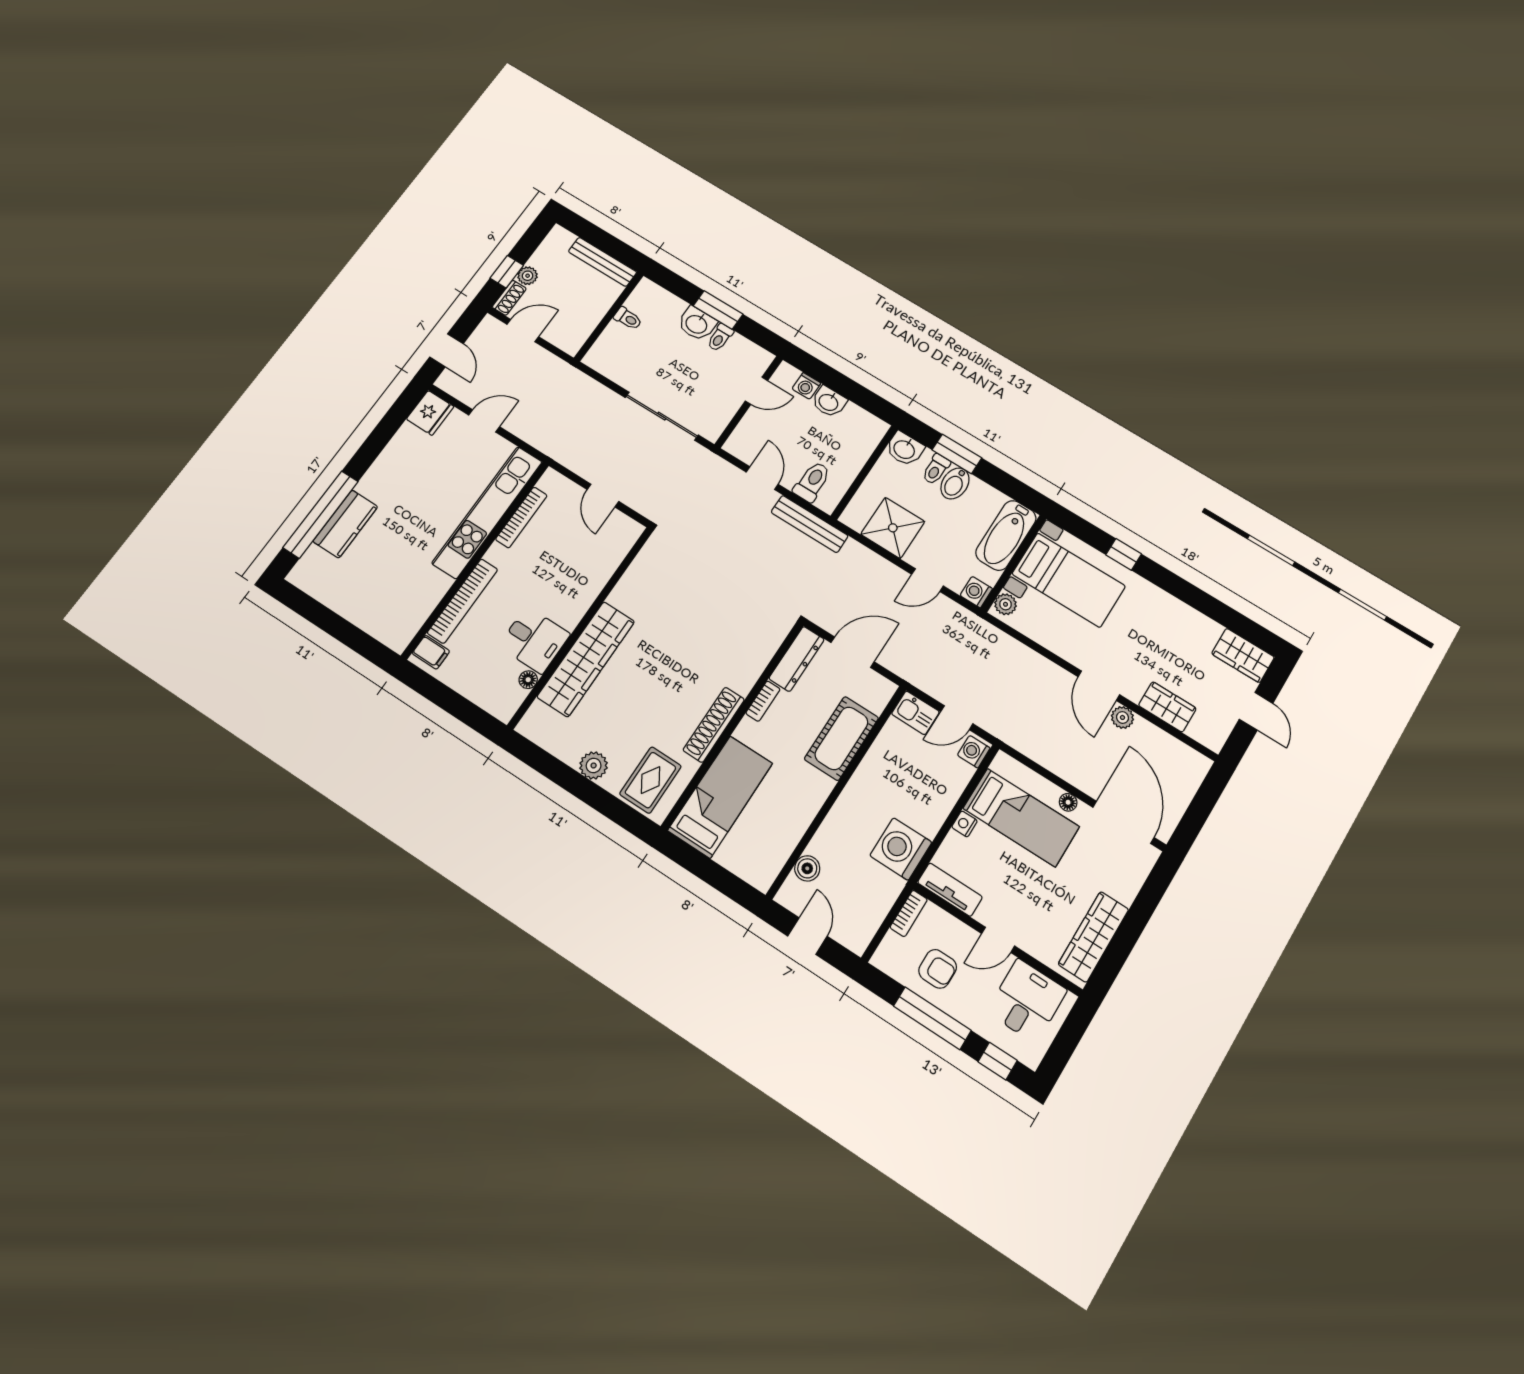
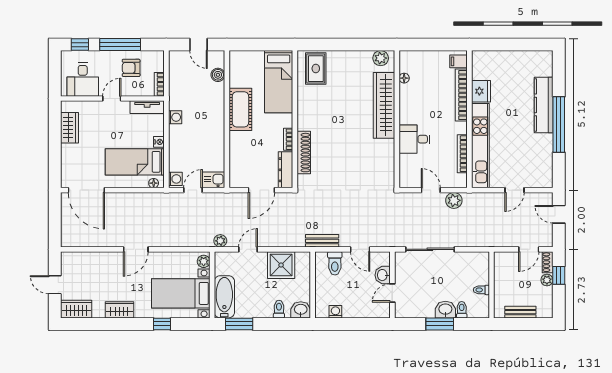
bench: (602, 262) -> (520, 312), width x0.73
toilet: (720, 337) -> (462, 310), moved
washing machine: (806, 386) -> (335, 312), moved
washbasin: (829, 402) -> (383, 275), moved, turned -90
fridge: (430, 413) -> (481, 91), moved, turned 180
window: (957, 454) -> (239, 324), moved
plant: (580, 461) -> (454, 200), added
bidet: (955, 483) -> (265, 308), removed
window: (321, 515) -> (559, 124), moved
kitchen counter: (345, 524) -> (544, 105), width x1.50
bench: (810, 524) -> (322, 241), width x0.73
washing machine: (976, 592) -> (221, 258), removed
desk: (534, 640) -> (414, 139), moved
door: (1099, 686) -> (136, 249), swing flipped
wardrobe: (1167, 707) -> (119, 310), moved, turned 180
plant: (1122, 717) -> (220, 241), moved
shoe rack: (714, 725) -> (304, 153), moved
cot: (841, 738) -> (240, 109), moved
plant: (594, 765) -> (381, 58), moved
floor lamp: (1068, 802) -> (154, 183), moved
washing machine: (901, 849) -> (175, 117), width x0.53, depth x0.53
wardrobe: (1093, 937) -> (70, 128), width x0.67

